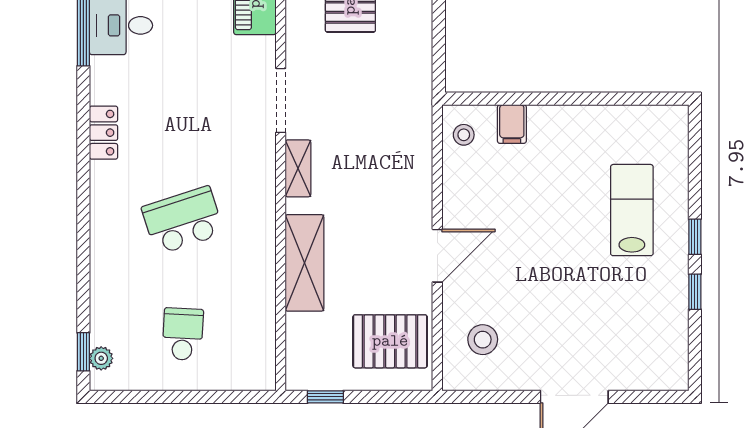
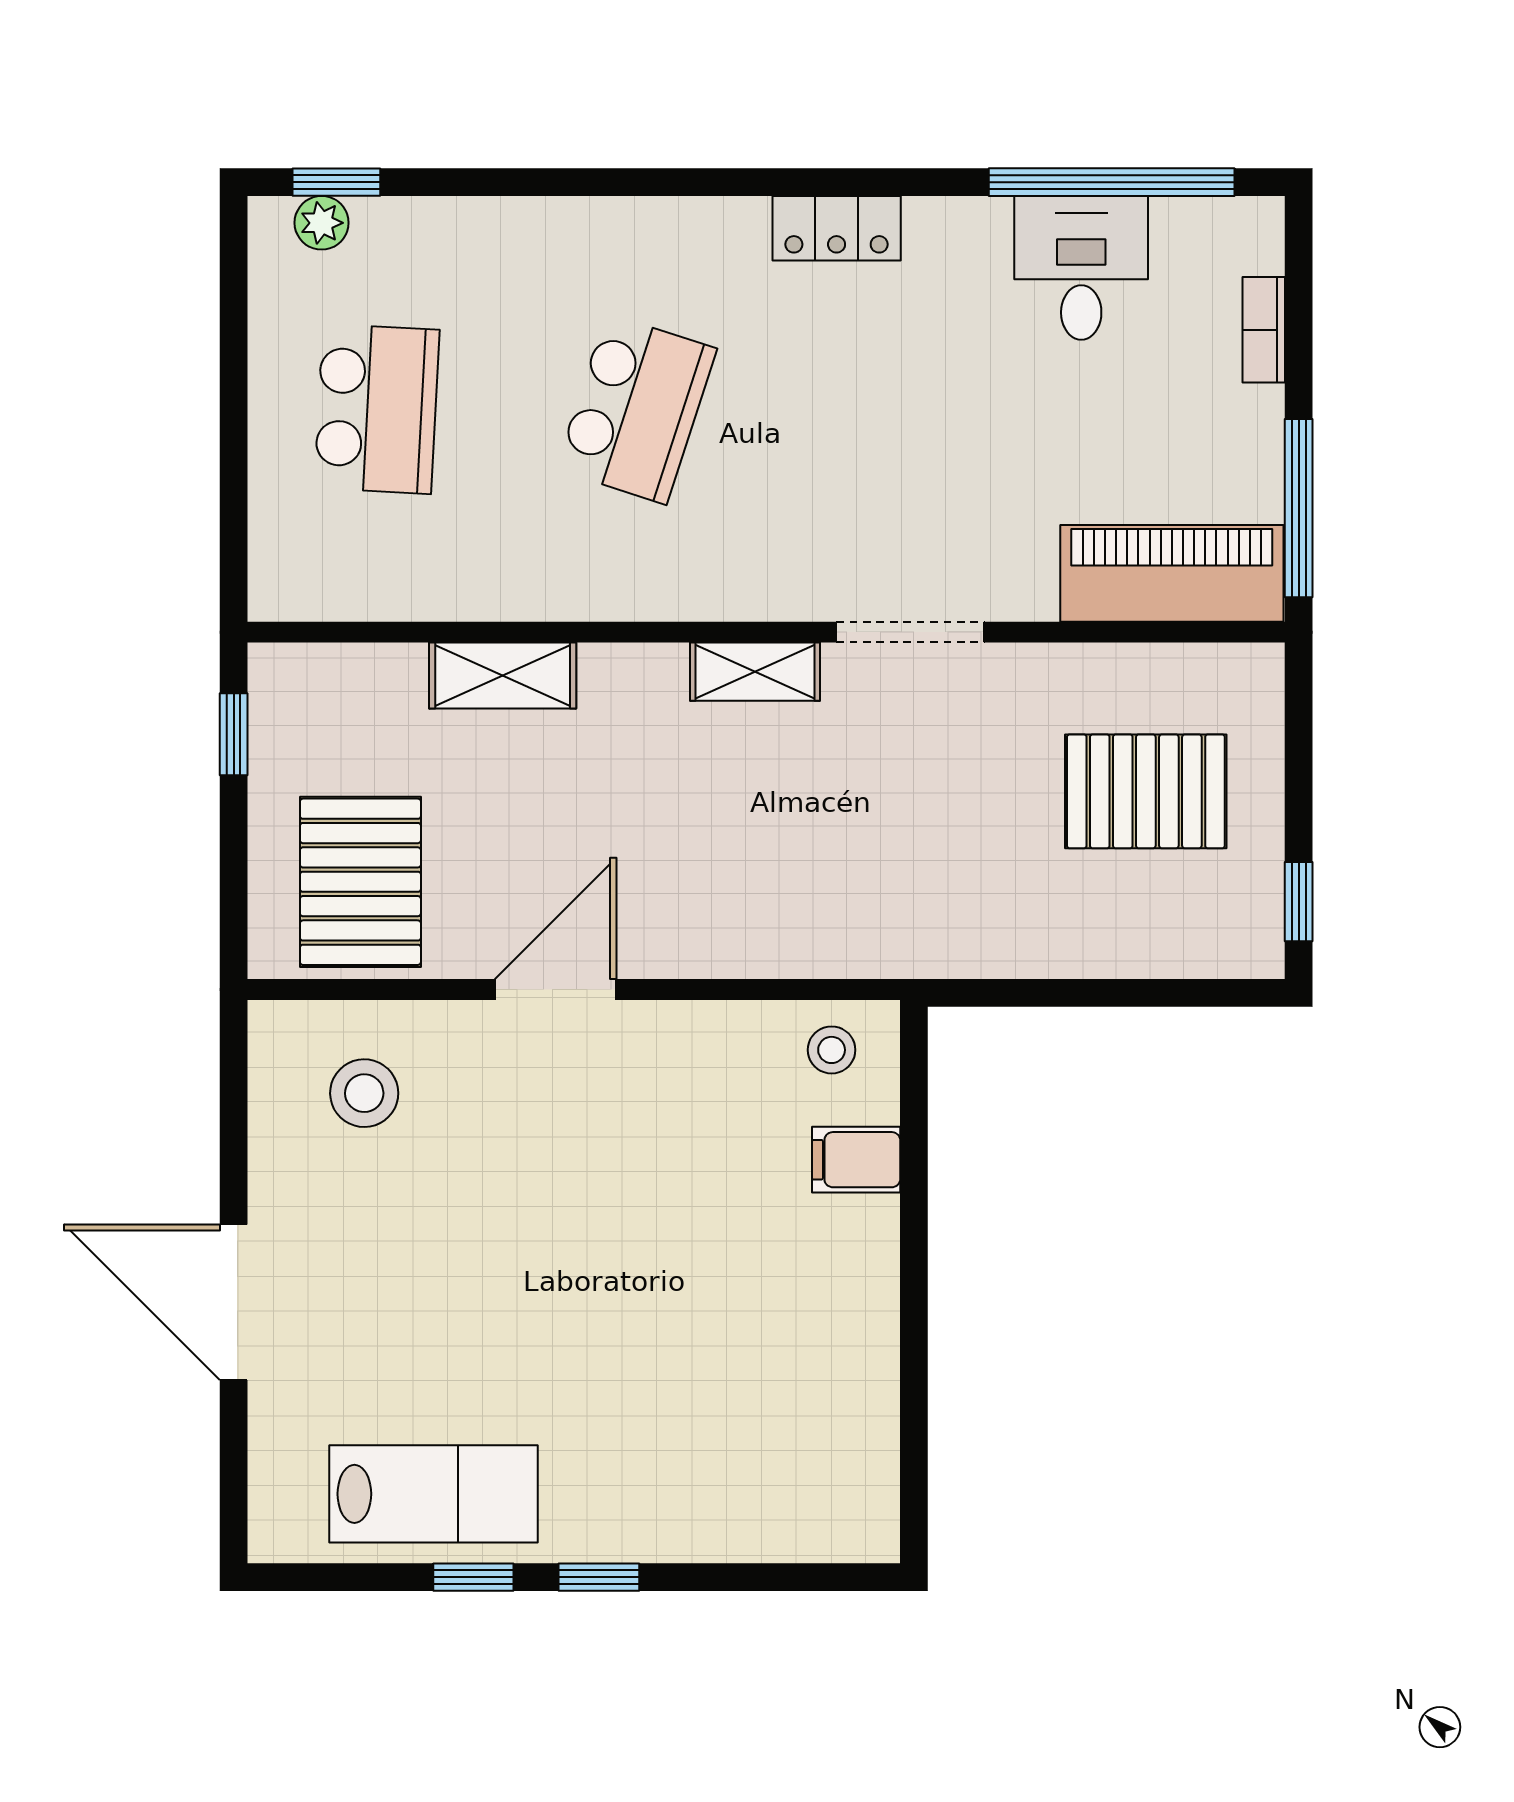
lab bench: (632, 210) -> (433, 1494), moved
school desk: (183, 220) -> (636, 409), turned 36
door: (437, 256) -> (556, 990), swing flipped
shelving: (304, 263) -> (503, 676), width x0.67, depth x0.75
school desk: (183, 334) -> (377, 409), width x1.85

